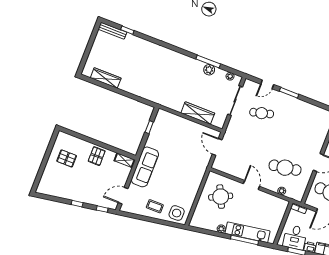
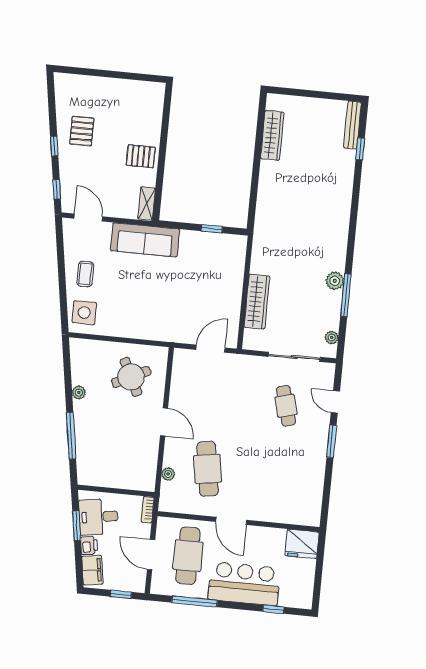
plant: (209, 70) -> (335, 281), moved
pallet: (67, 158) -> (82, 131), moved
door: (251, 185) -> (164, 422), hinge flipped
kitchen unit: (248, 232) -> (85, 437), removed

